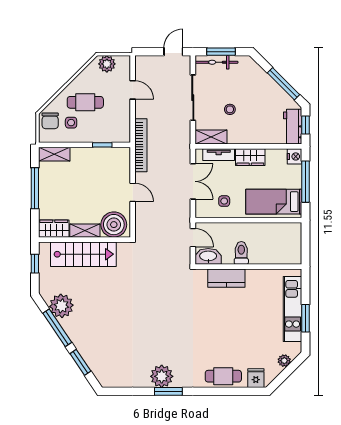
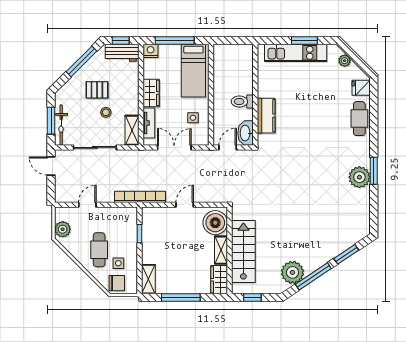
pallet: (254, 100) -> (97, 90), added

